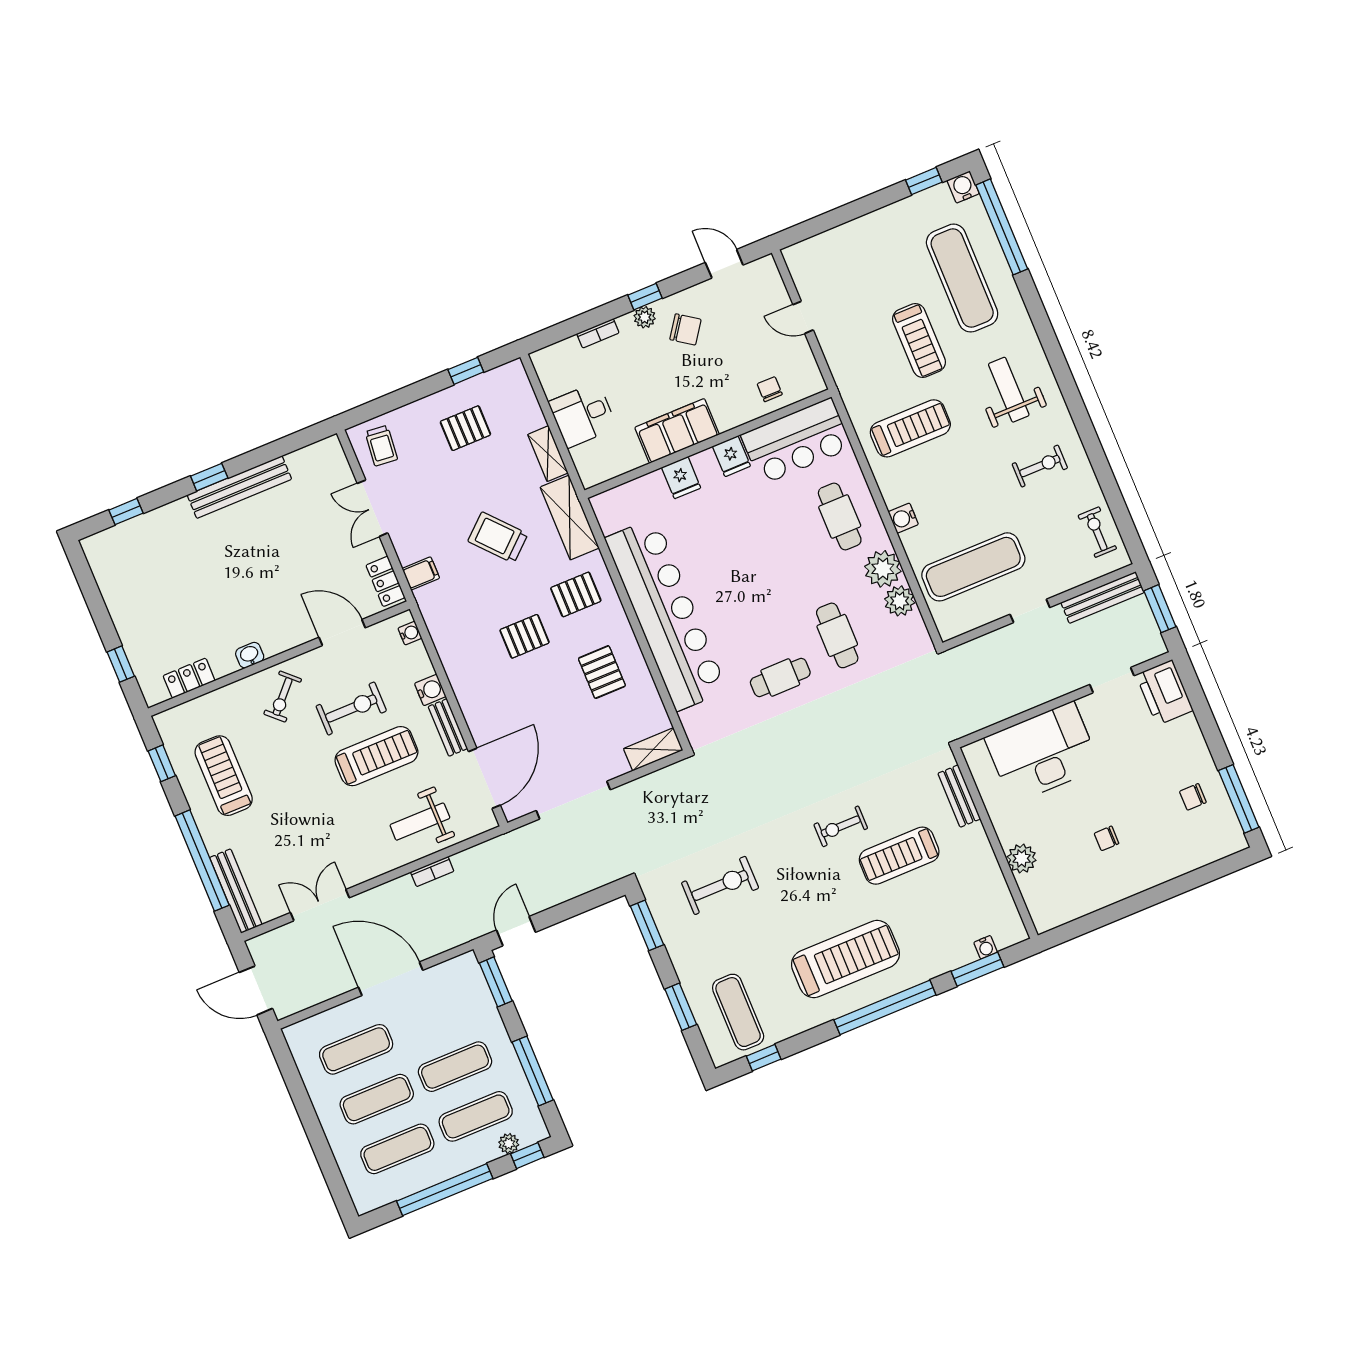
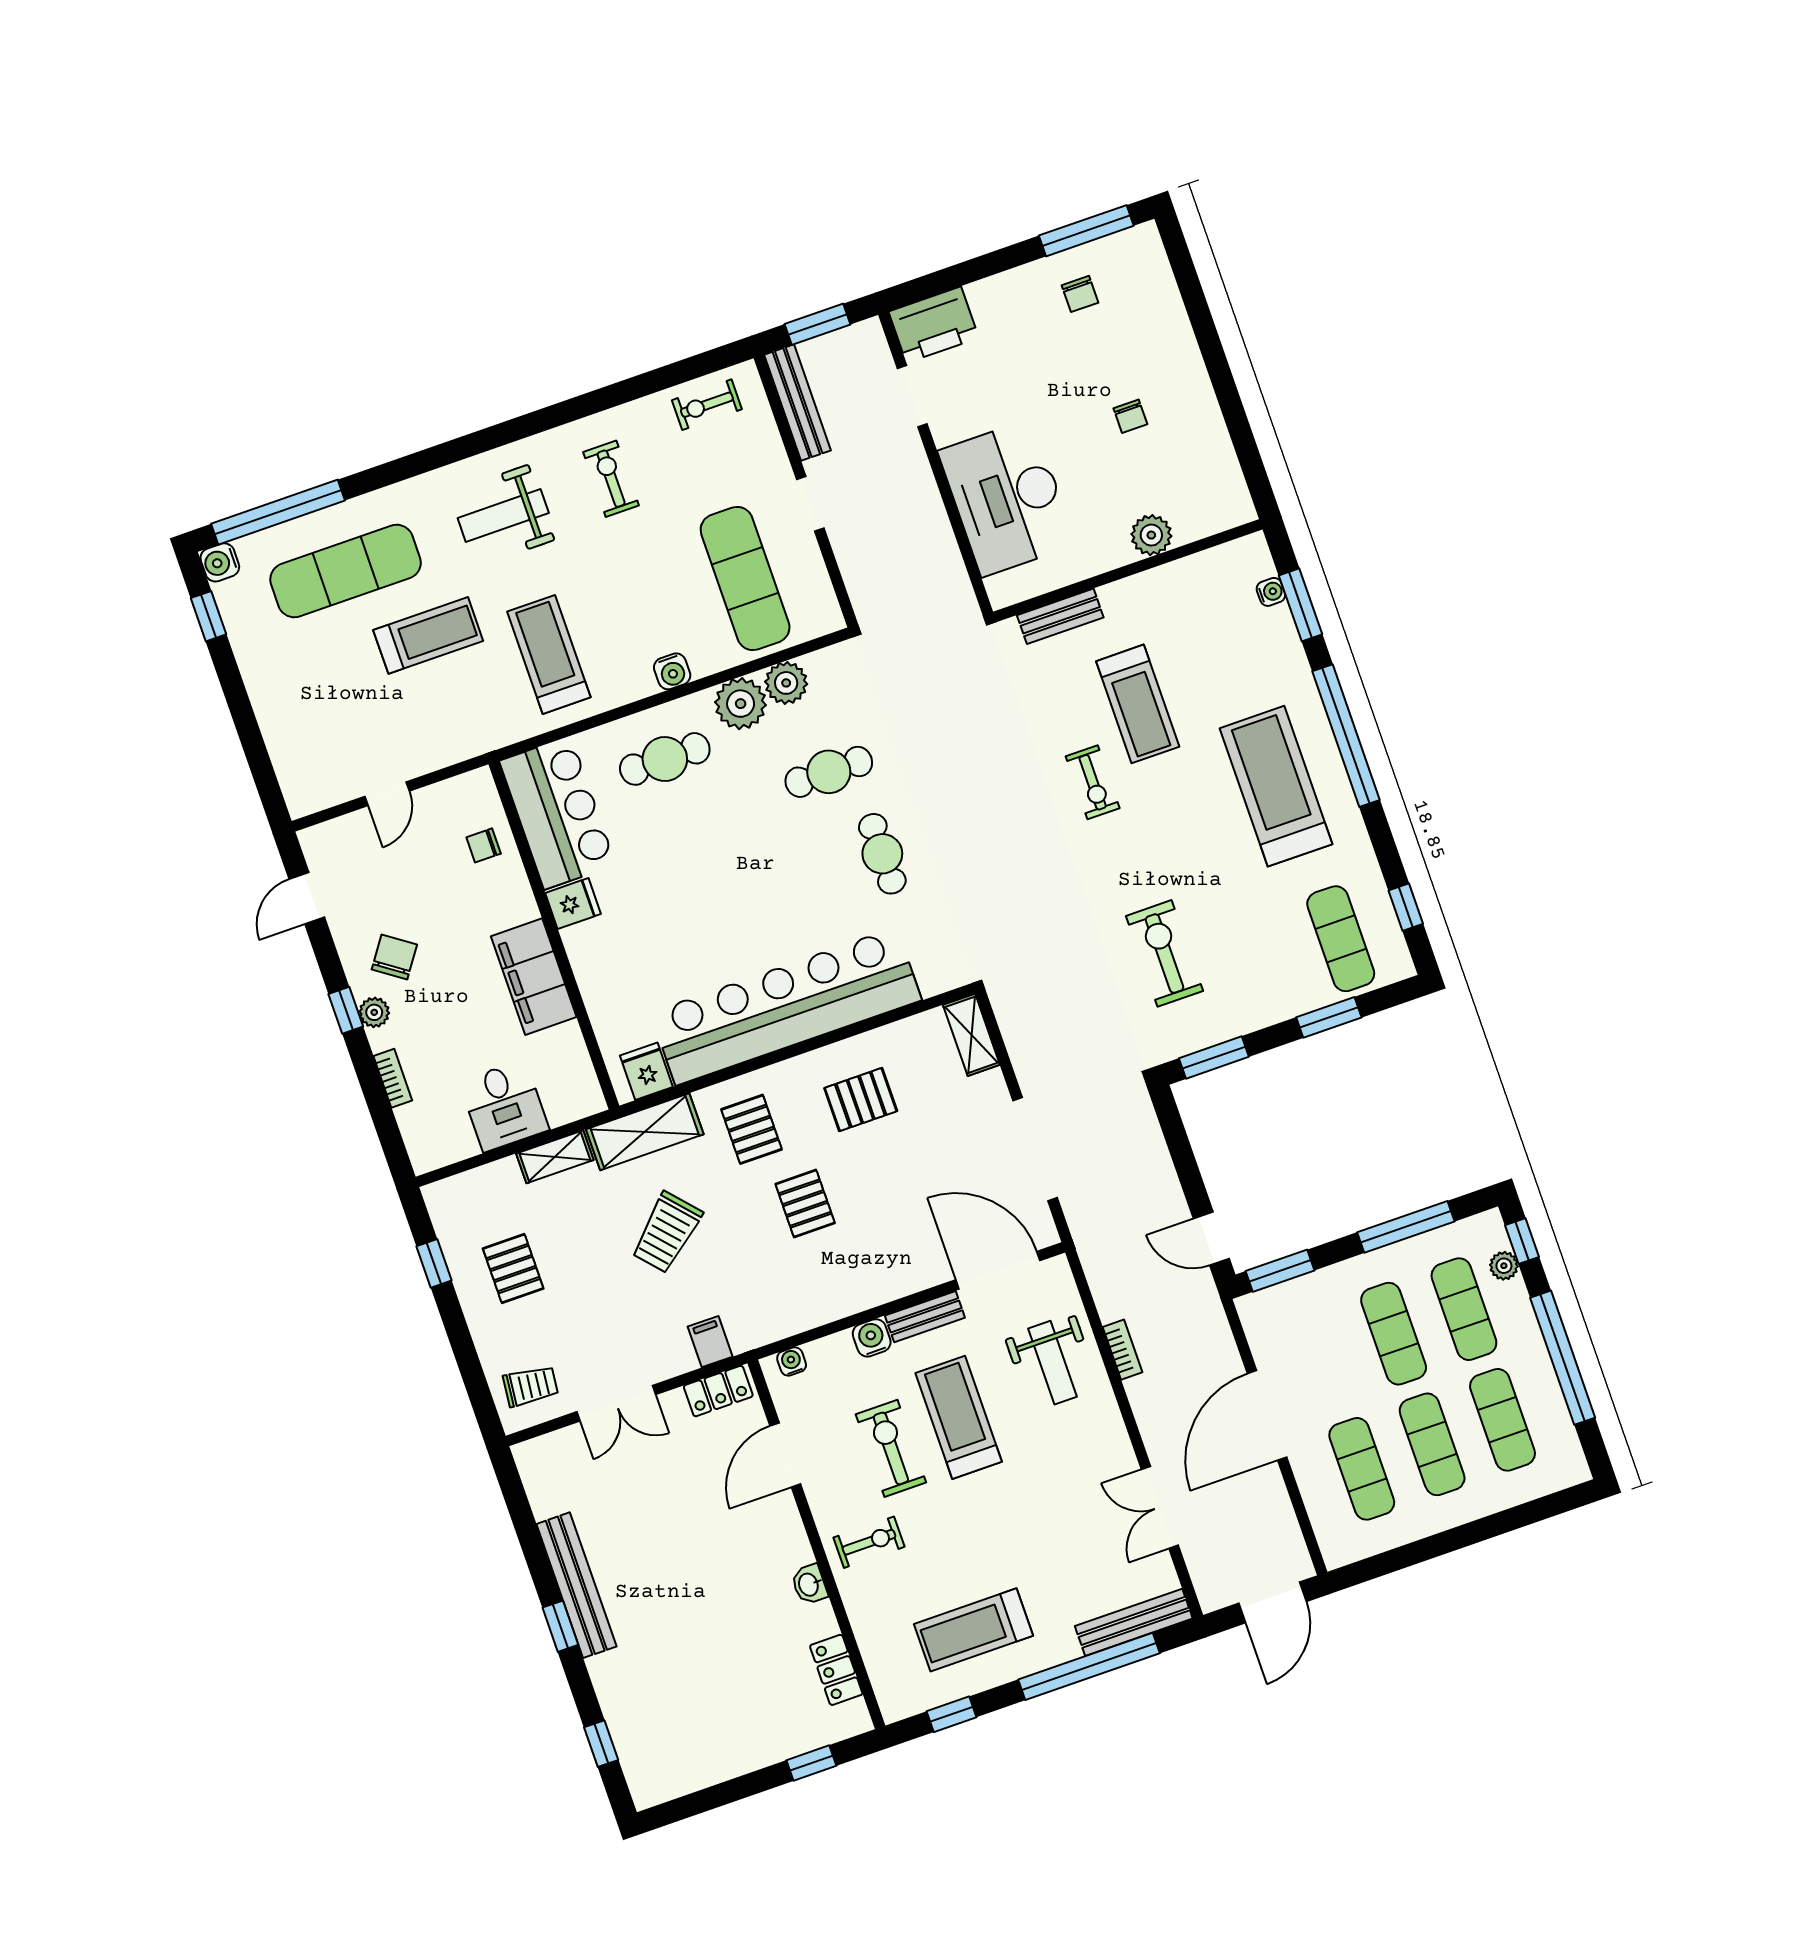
fridge: (681, 478) -> (646, 1071), moved, turned -90
exercise bike: (283, 697) -> (869, 1542), turned -43
exercise mat: (738, 1012) -> (1341, 939), turned 90

